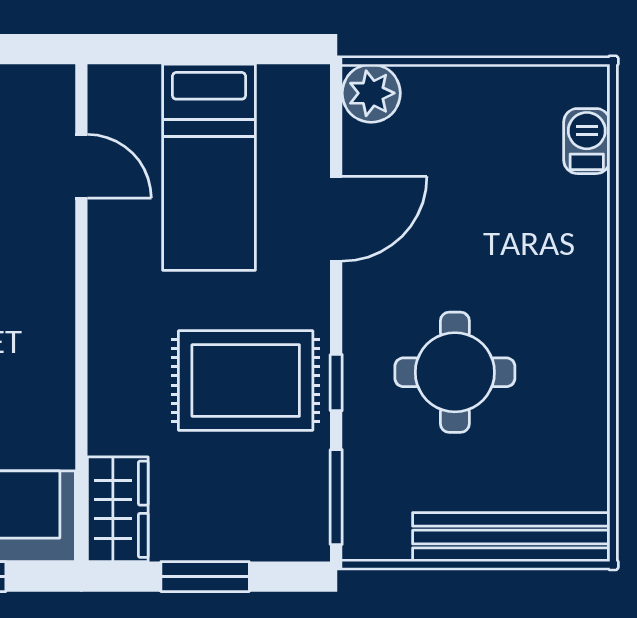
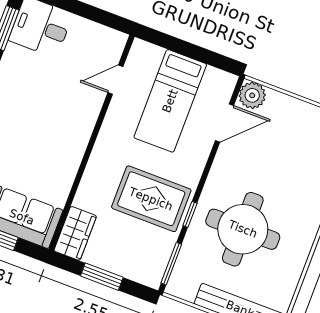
door: (81, 166) -> (115, 80), swing flipped
door: (336, 219) -> (224, 123), moved
round table: (455, 372) -> (243, 229), width x1.36, depth x1.36

